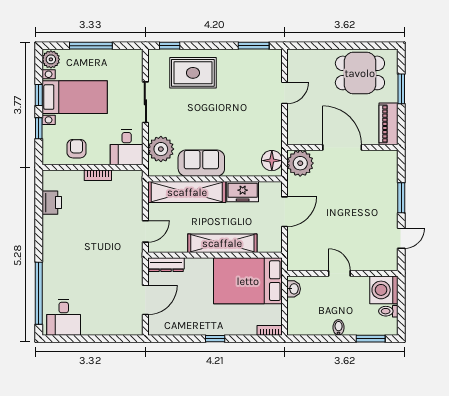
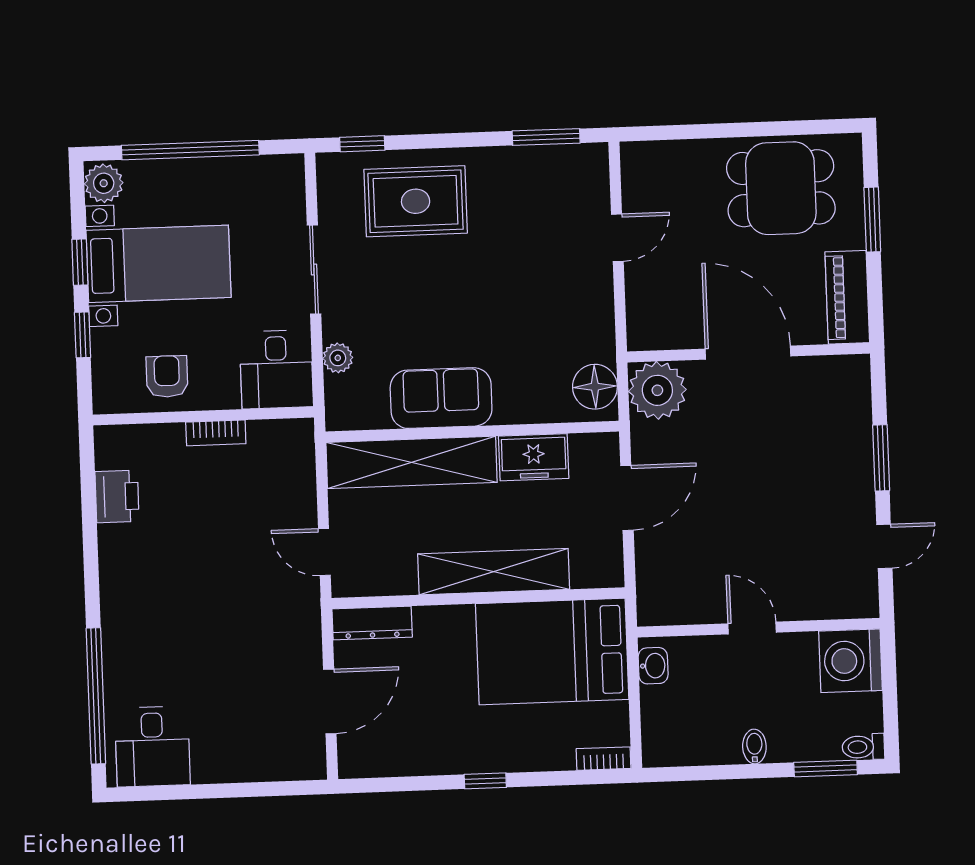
window: (91, 46) -> (190, 150), width x1.46
plant: (161, 149) -> (338, 358), width x0.53, depth x0.53
door: (145, 231) -> (324, 552), swing flipped
toilet: (388, 311) -> (863, 747), moved

